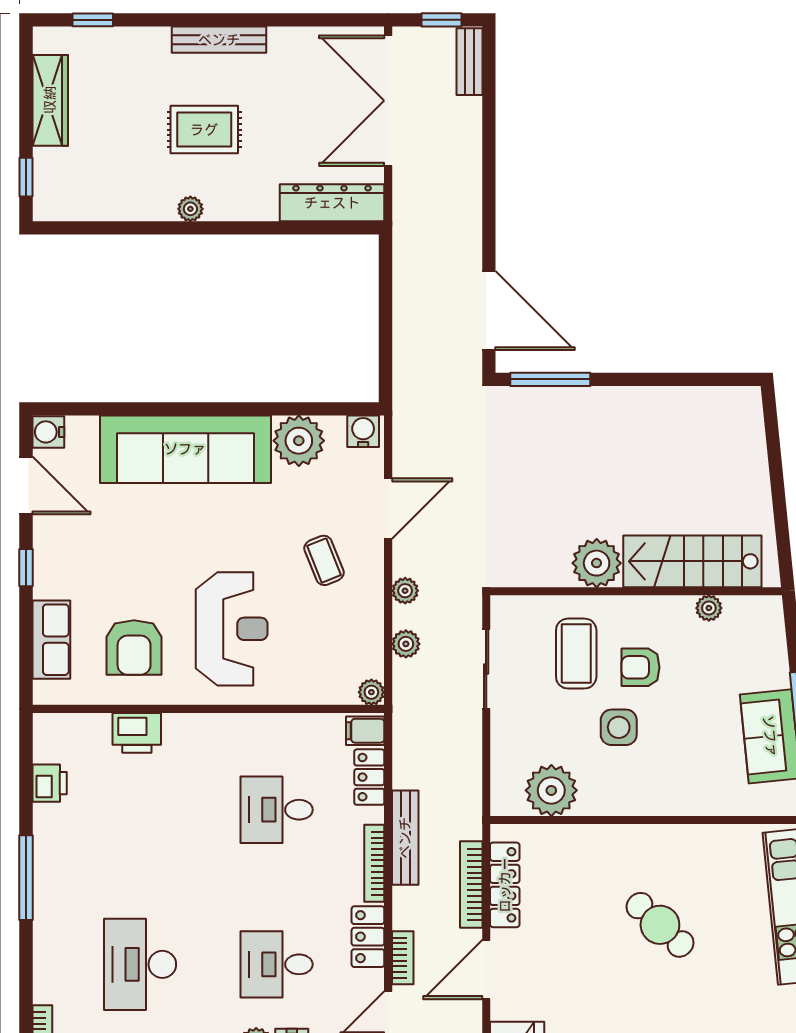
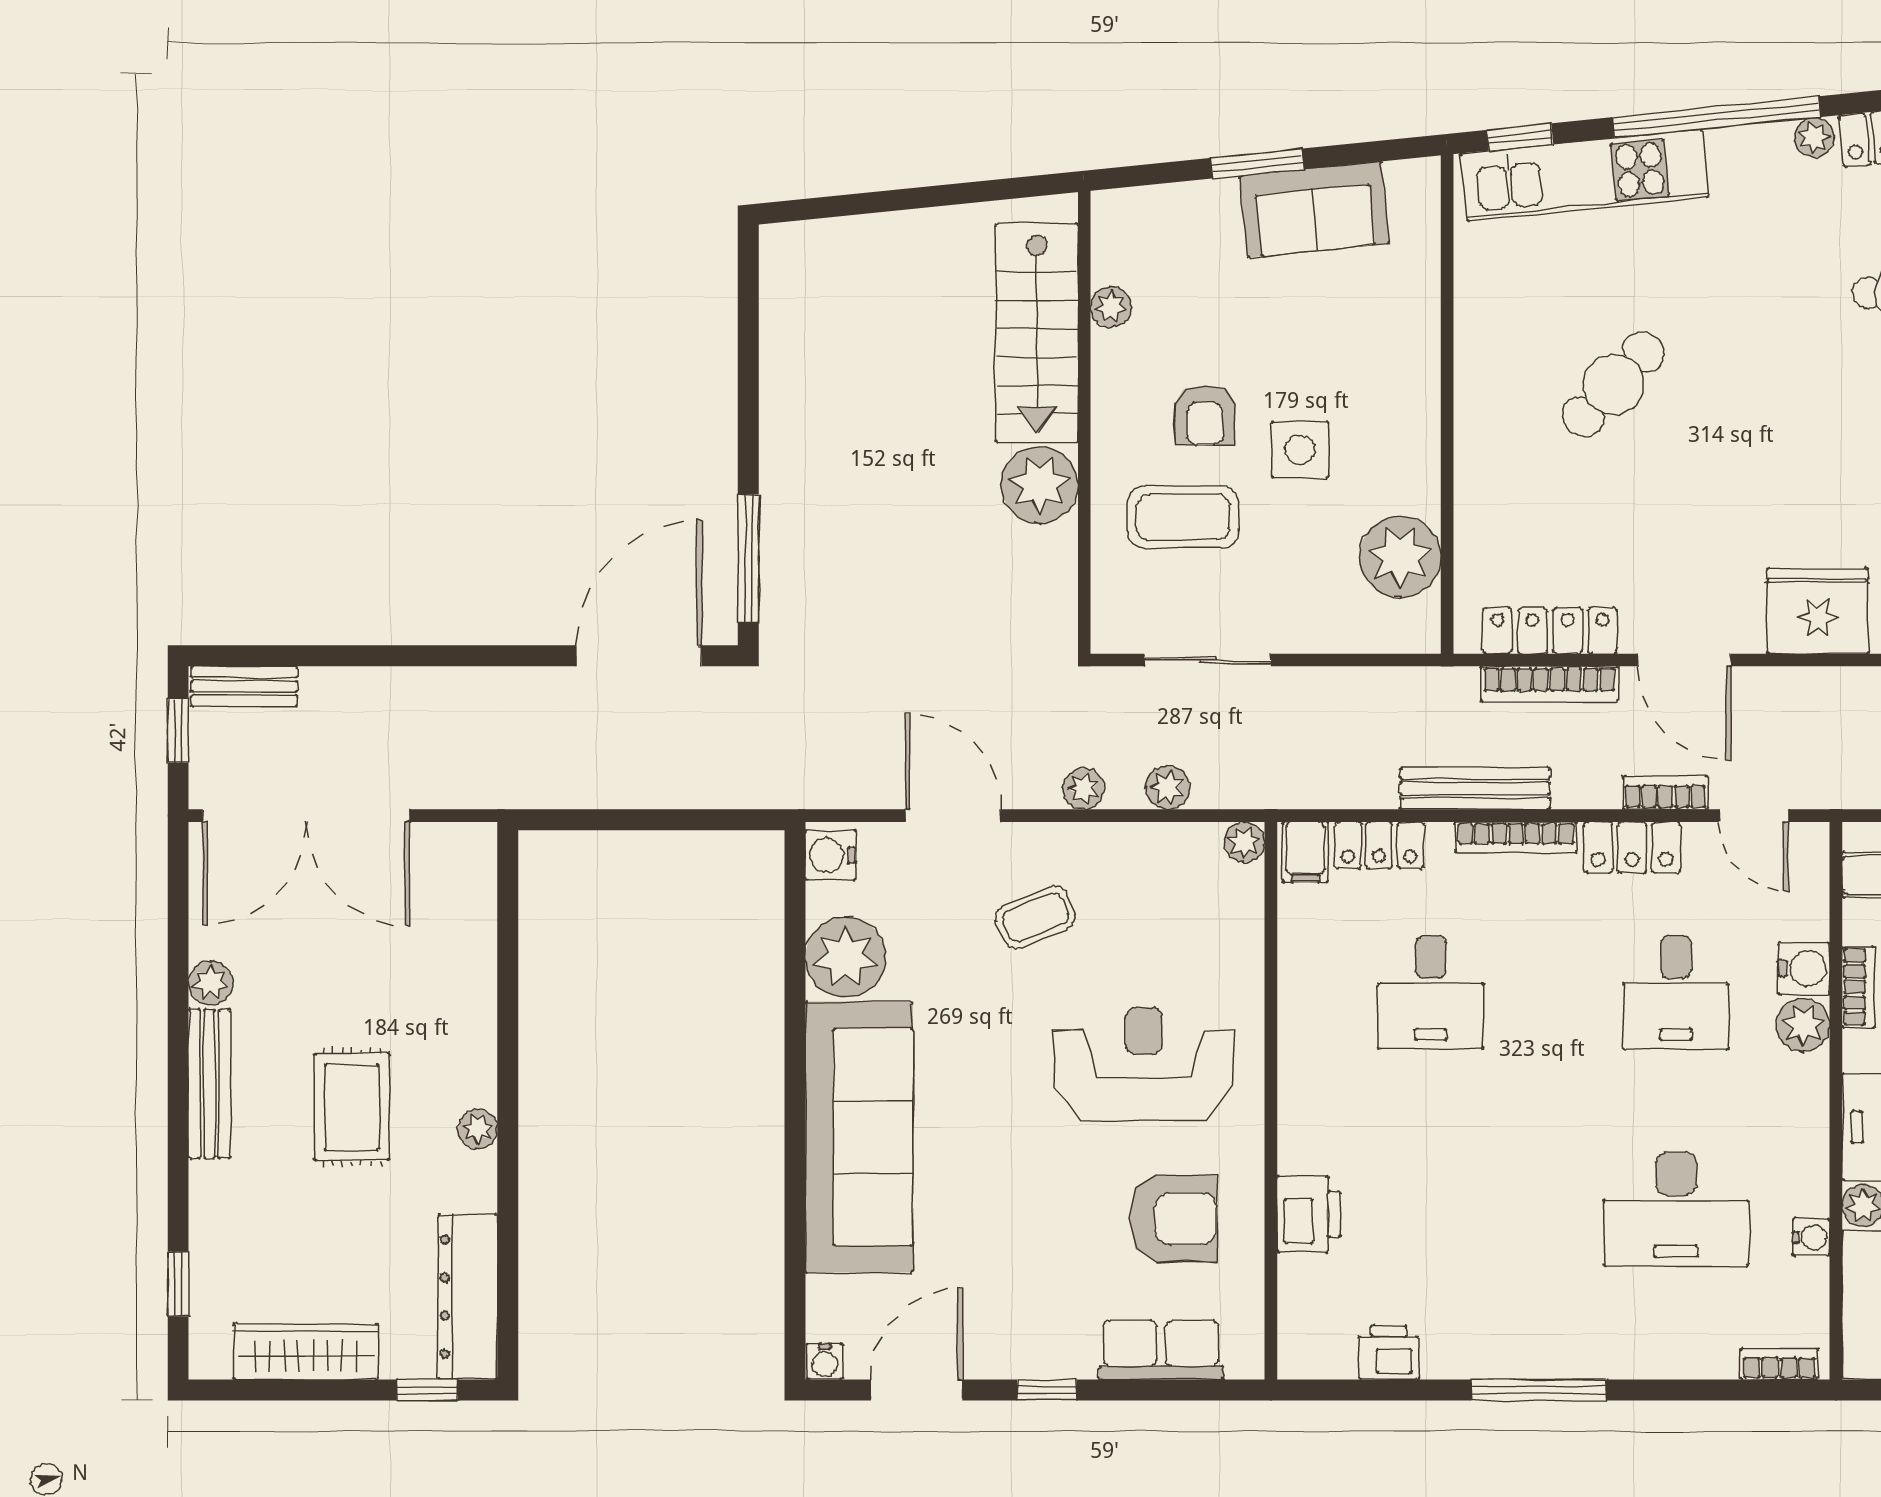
plant: (283, 40) -> (211, 983), added
dresser: (332, 203) -> (468, 1297), moved
water cooler: (48, 432) -> (825, 1361), width x0.72, depth x0.72

